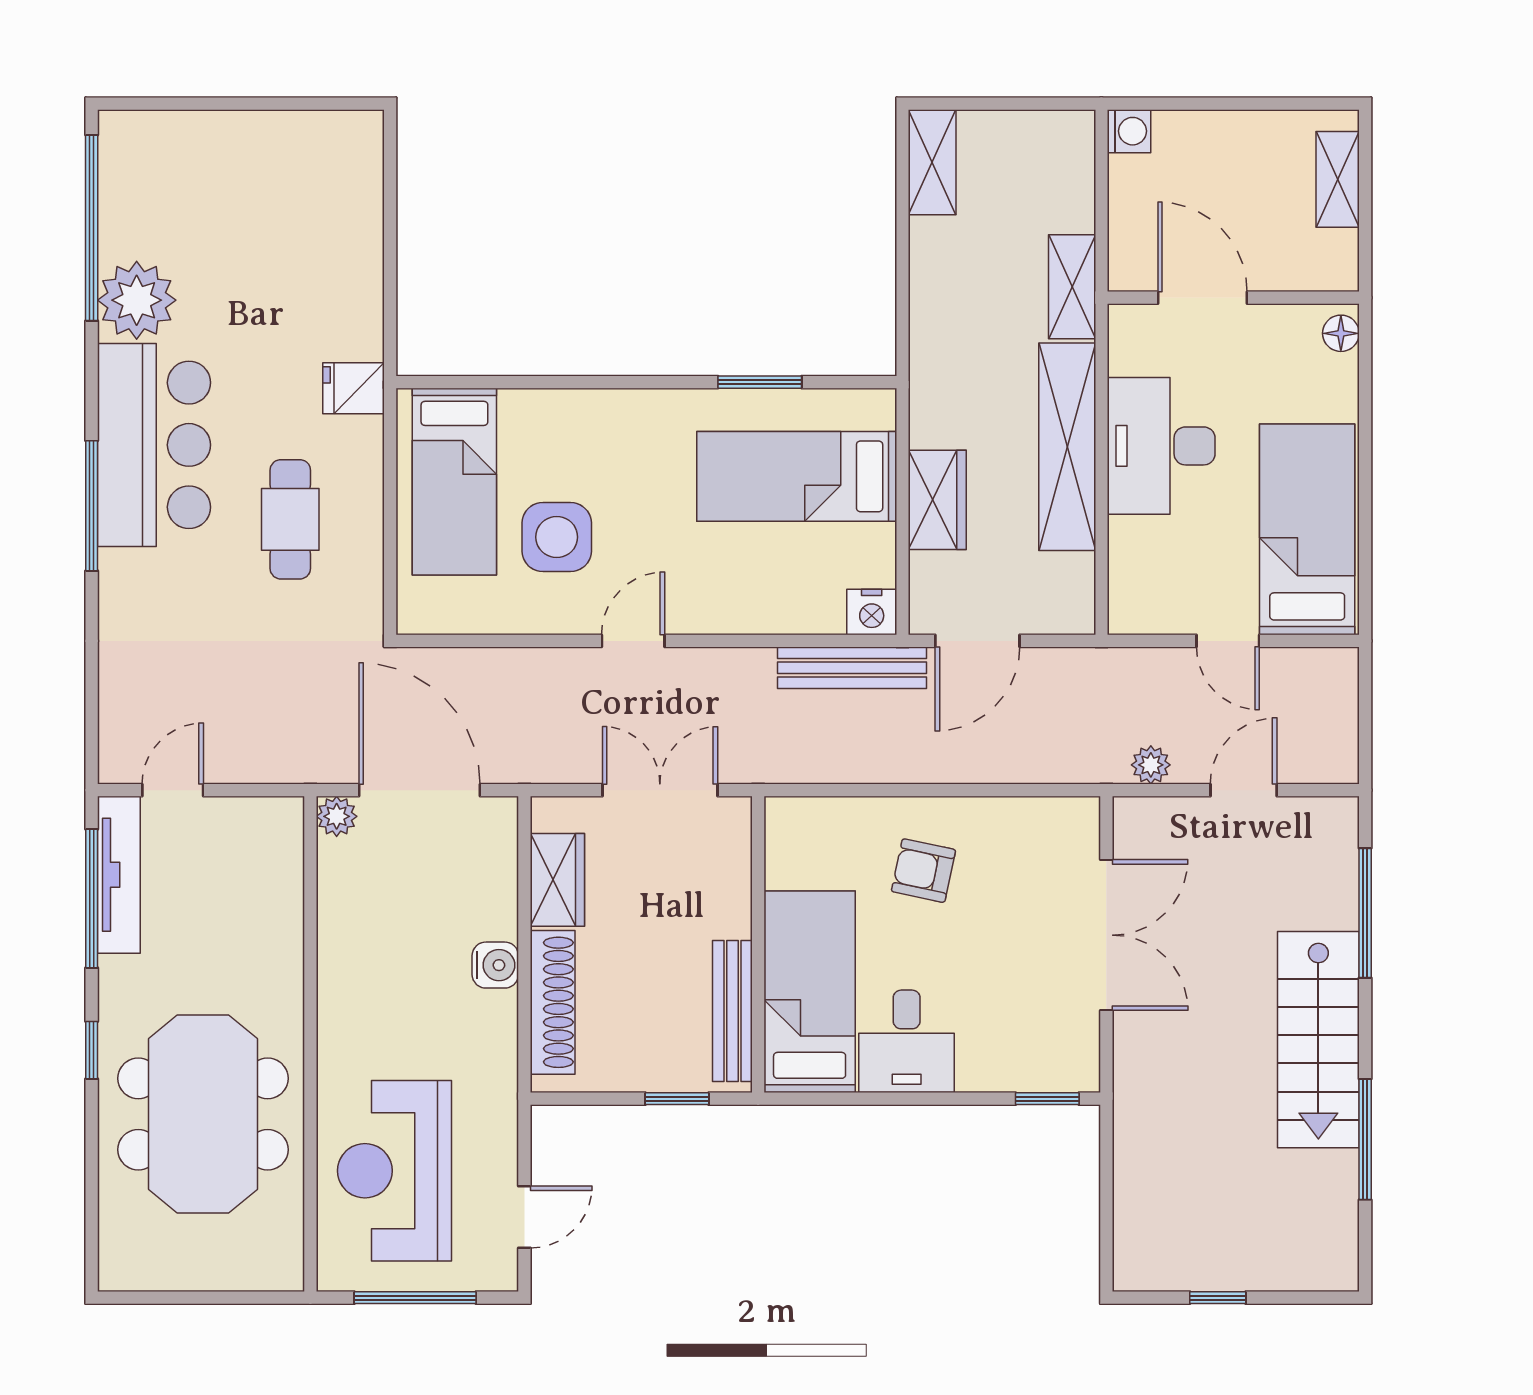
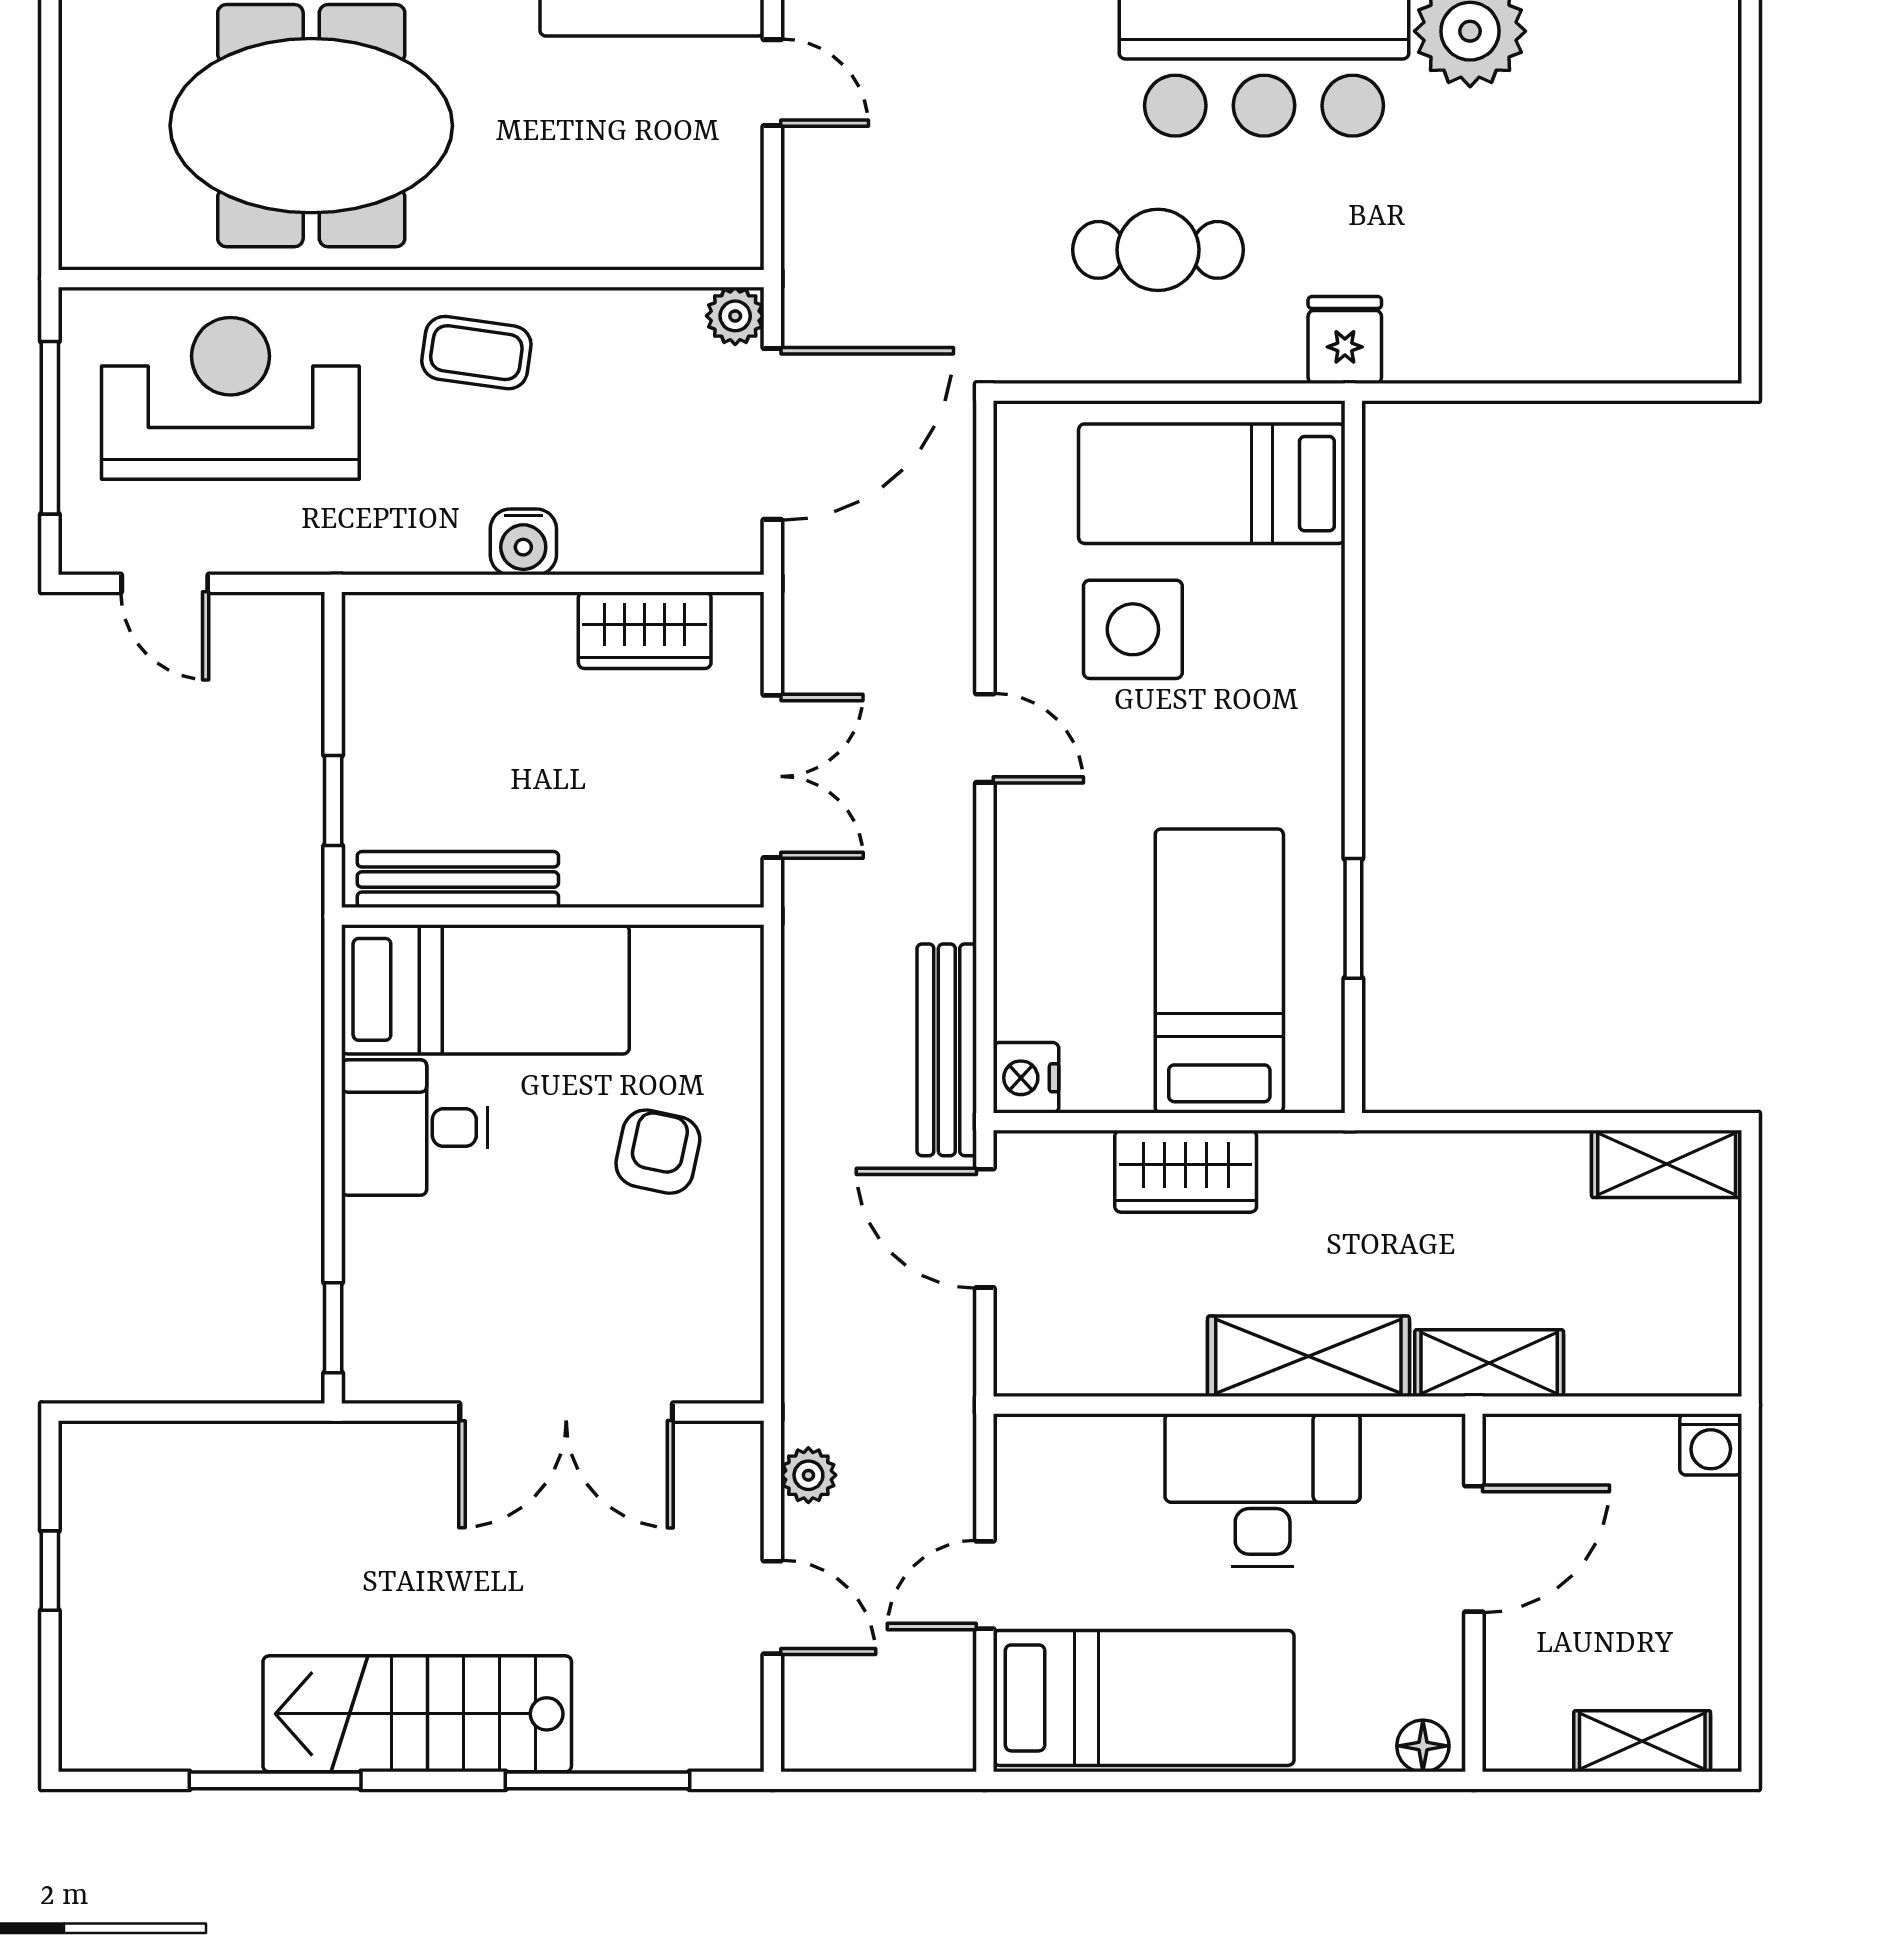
shelving: (1067, 447) -> (1308, 1356), width x0.68
coffee table: (362, 998) -> (476, 353), added
shoe rack: (553, 1002) -> (470, 623), removed

